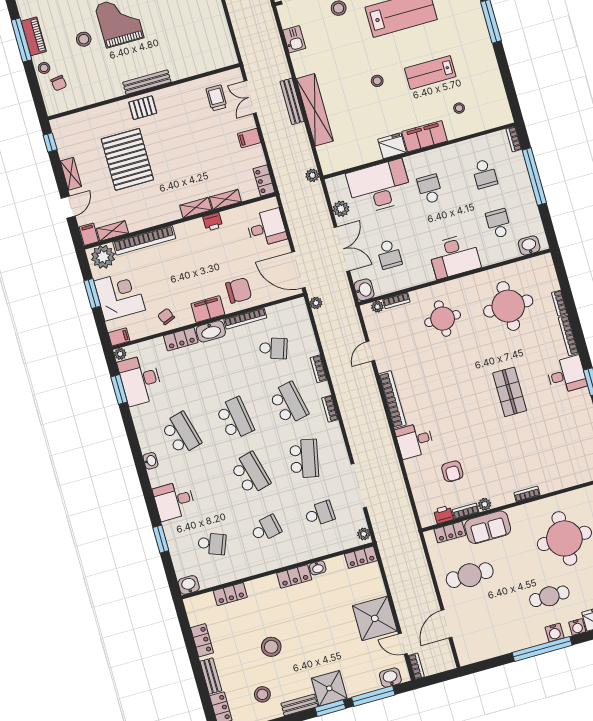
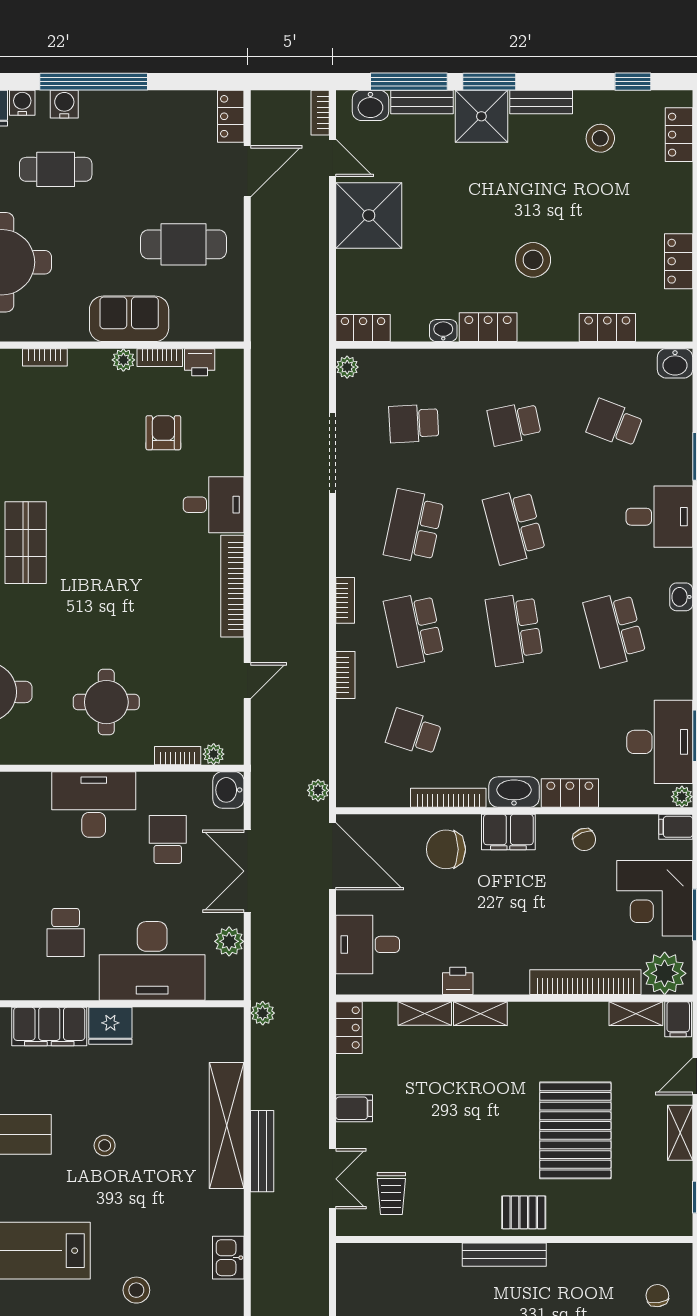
desk: (454, 256) -> (94, 804), moved
locker: (450, 532) -> (231, 116), moved, turned -90
stool: (271, 647) -> (533, 260), moved
bench: (211, 676) -> (422, 102), moved, turned 90

